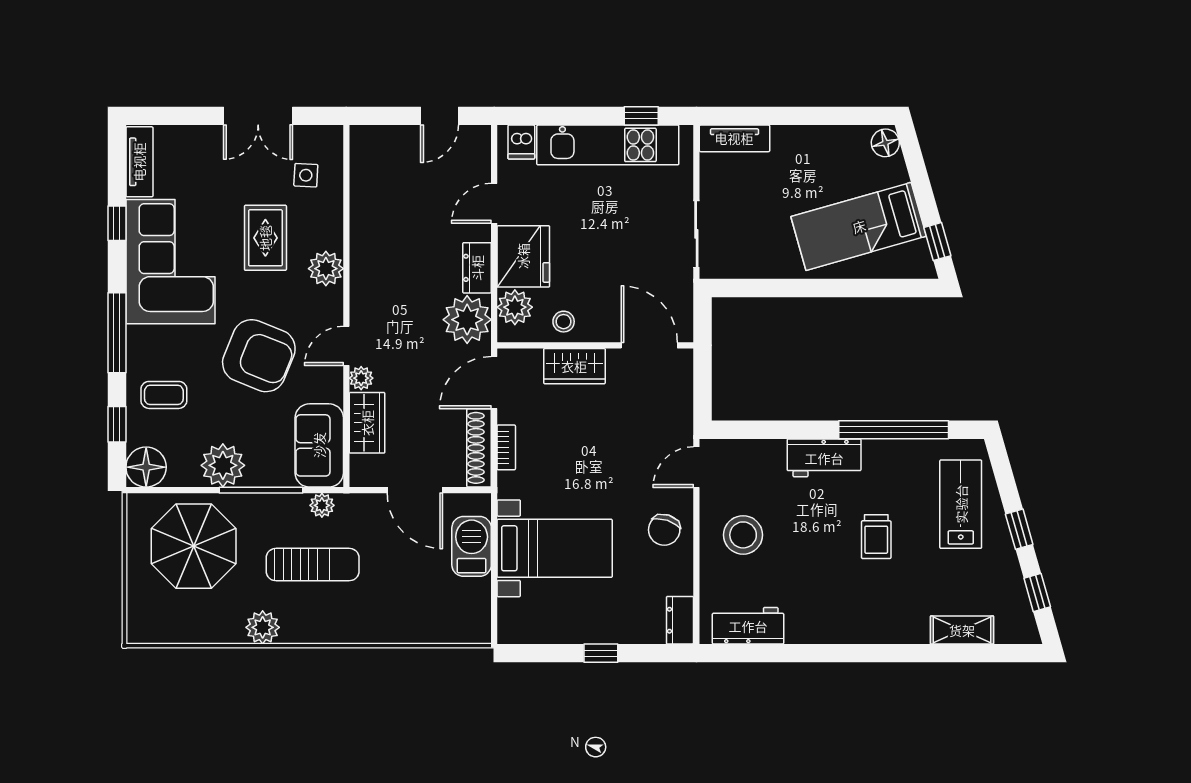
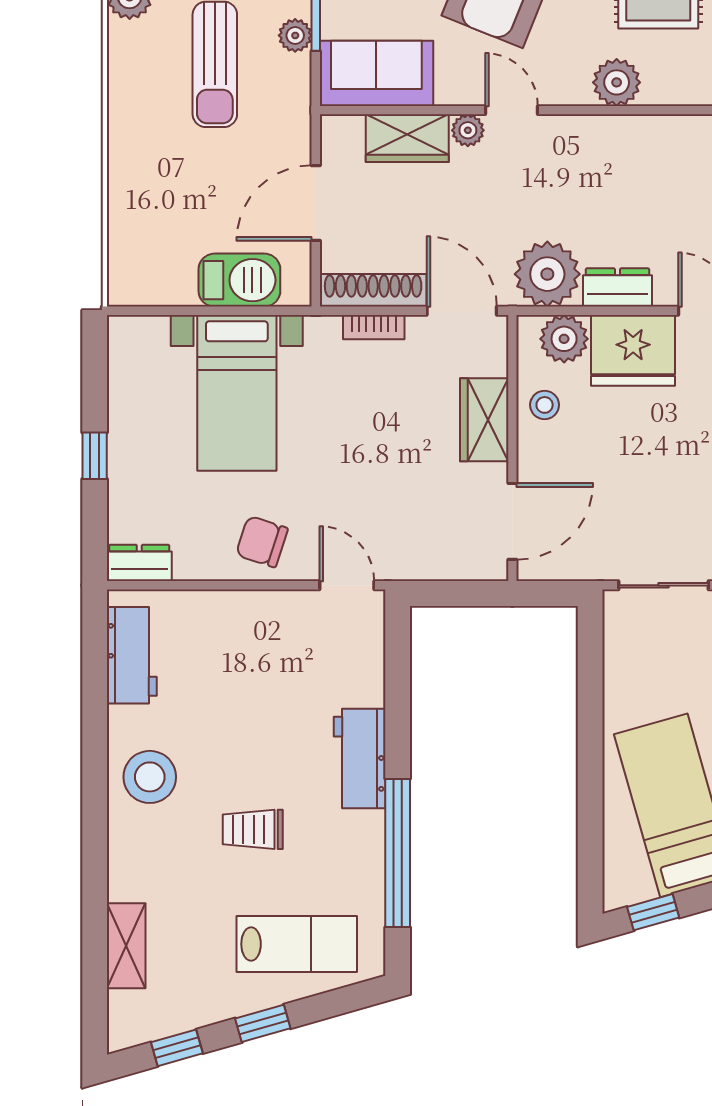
plant: (322, 505) -> (295, 35), moved
stool: (743, 535) -> (150, 777), moved

